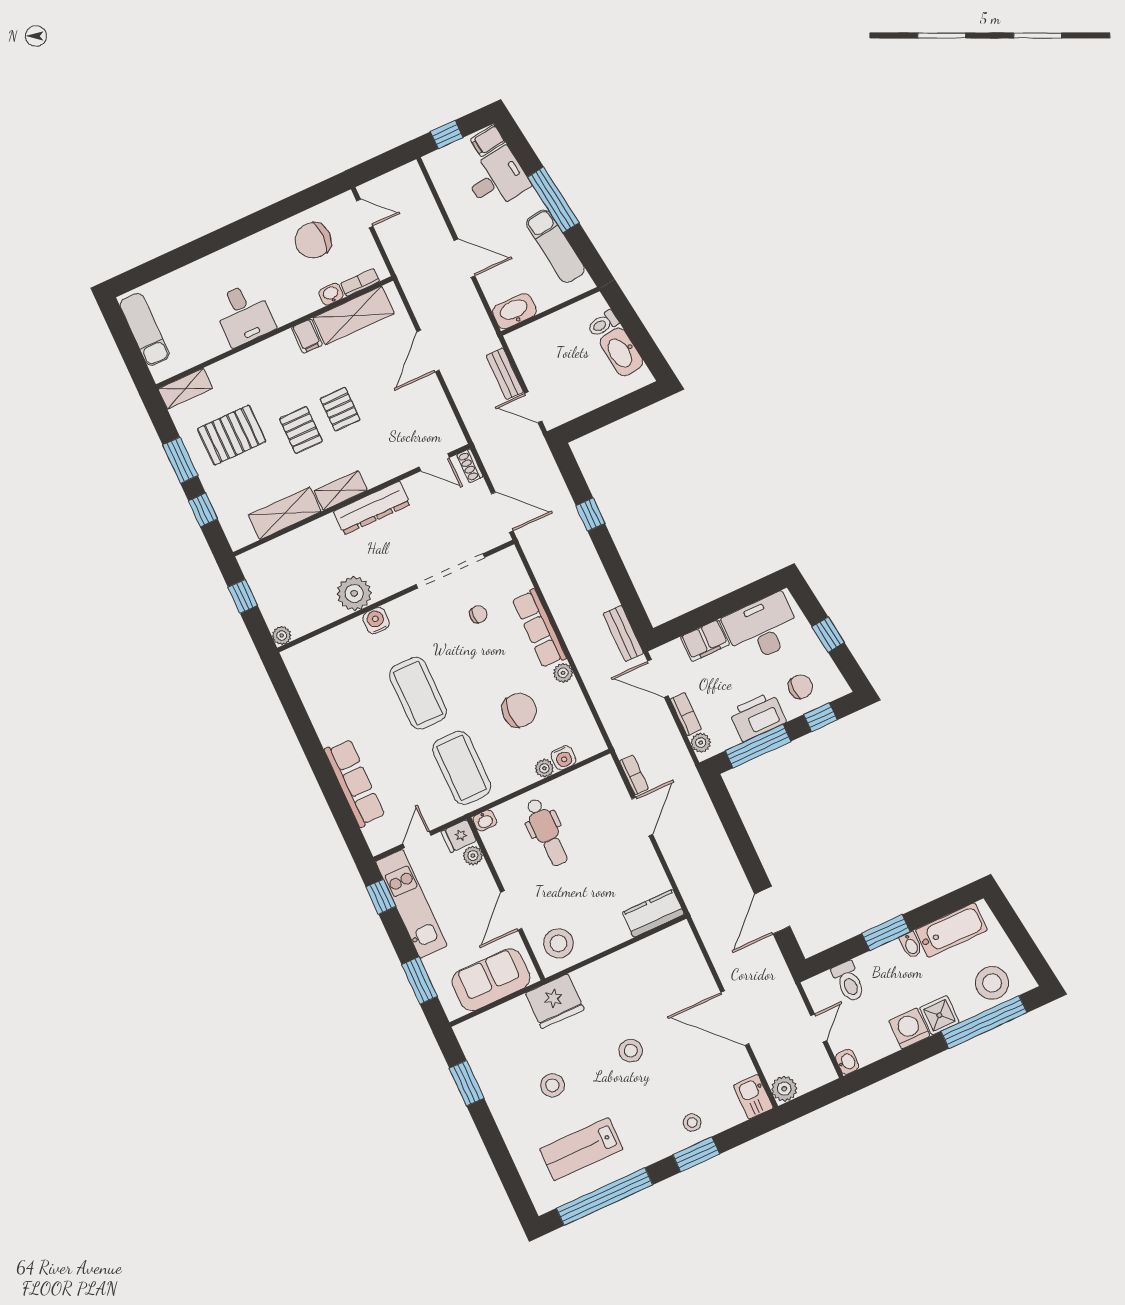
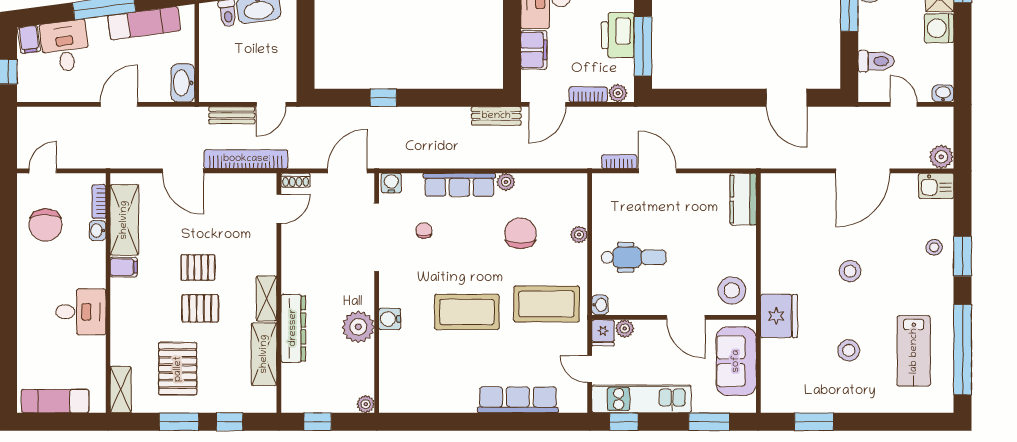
bookcase: (468, 407) -> (246, 159), added
dresser: (372, 508) -> (293, 328), moved
water cooler: (563, 758) -> (391, 183), moved, turned -90

